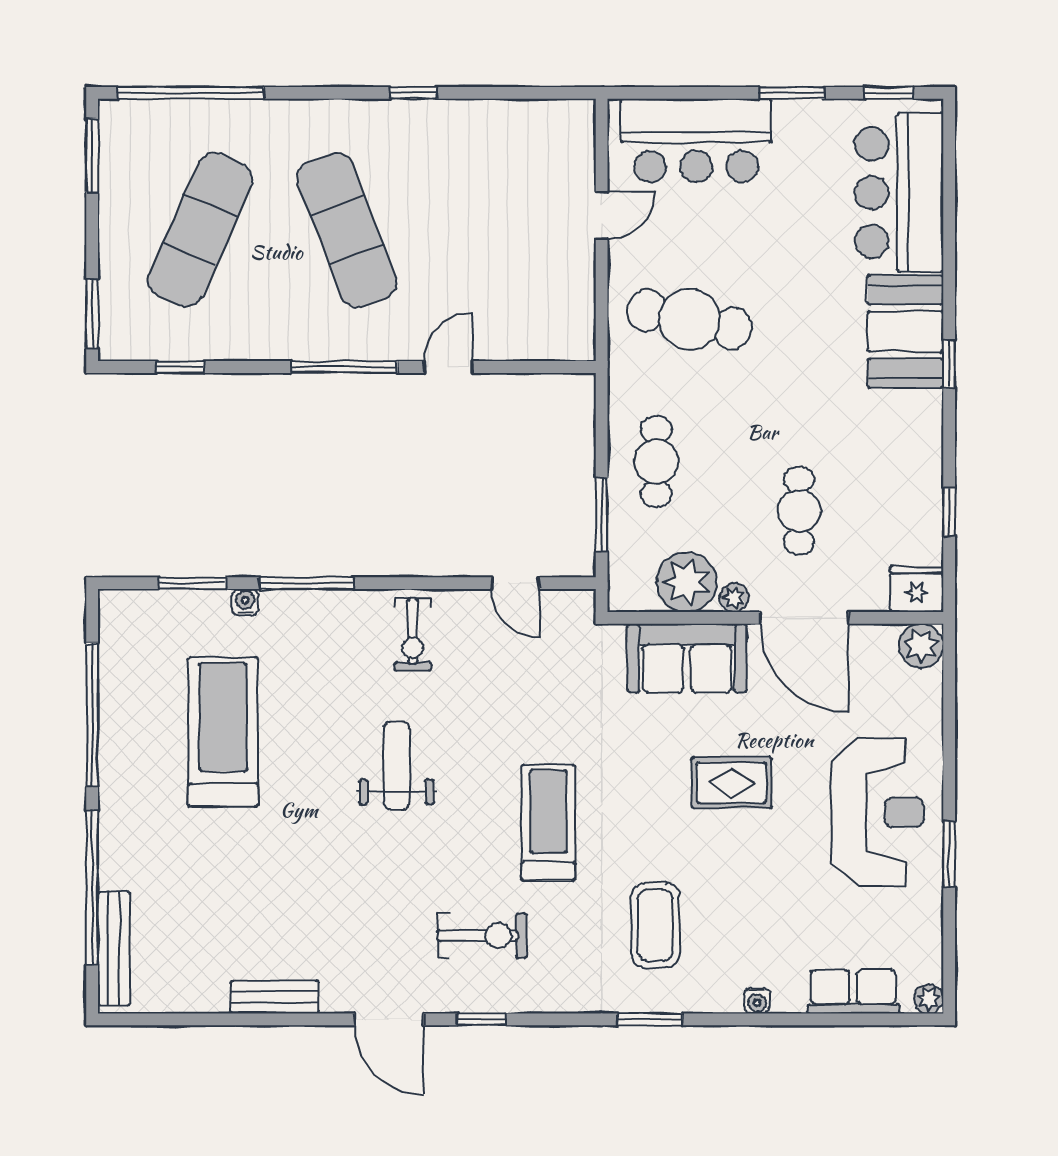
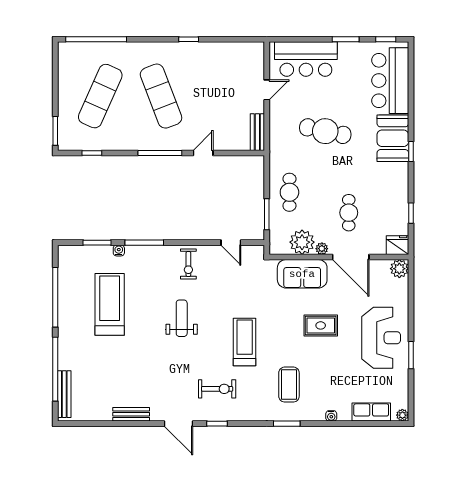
window: (92, 156) -> (55, 65), removed
bench: (579, 317) -> (257, 132), added
cafe table: (689, 319) -> (325, 131), moved

